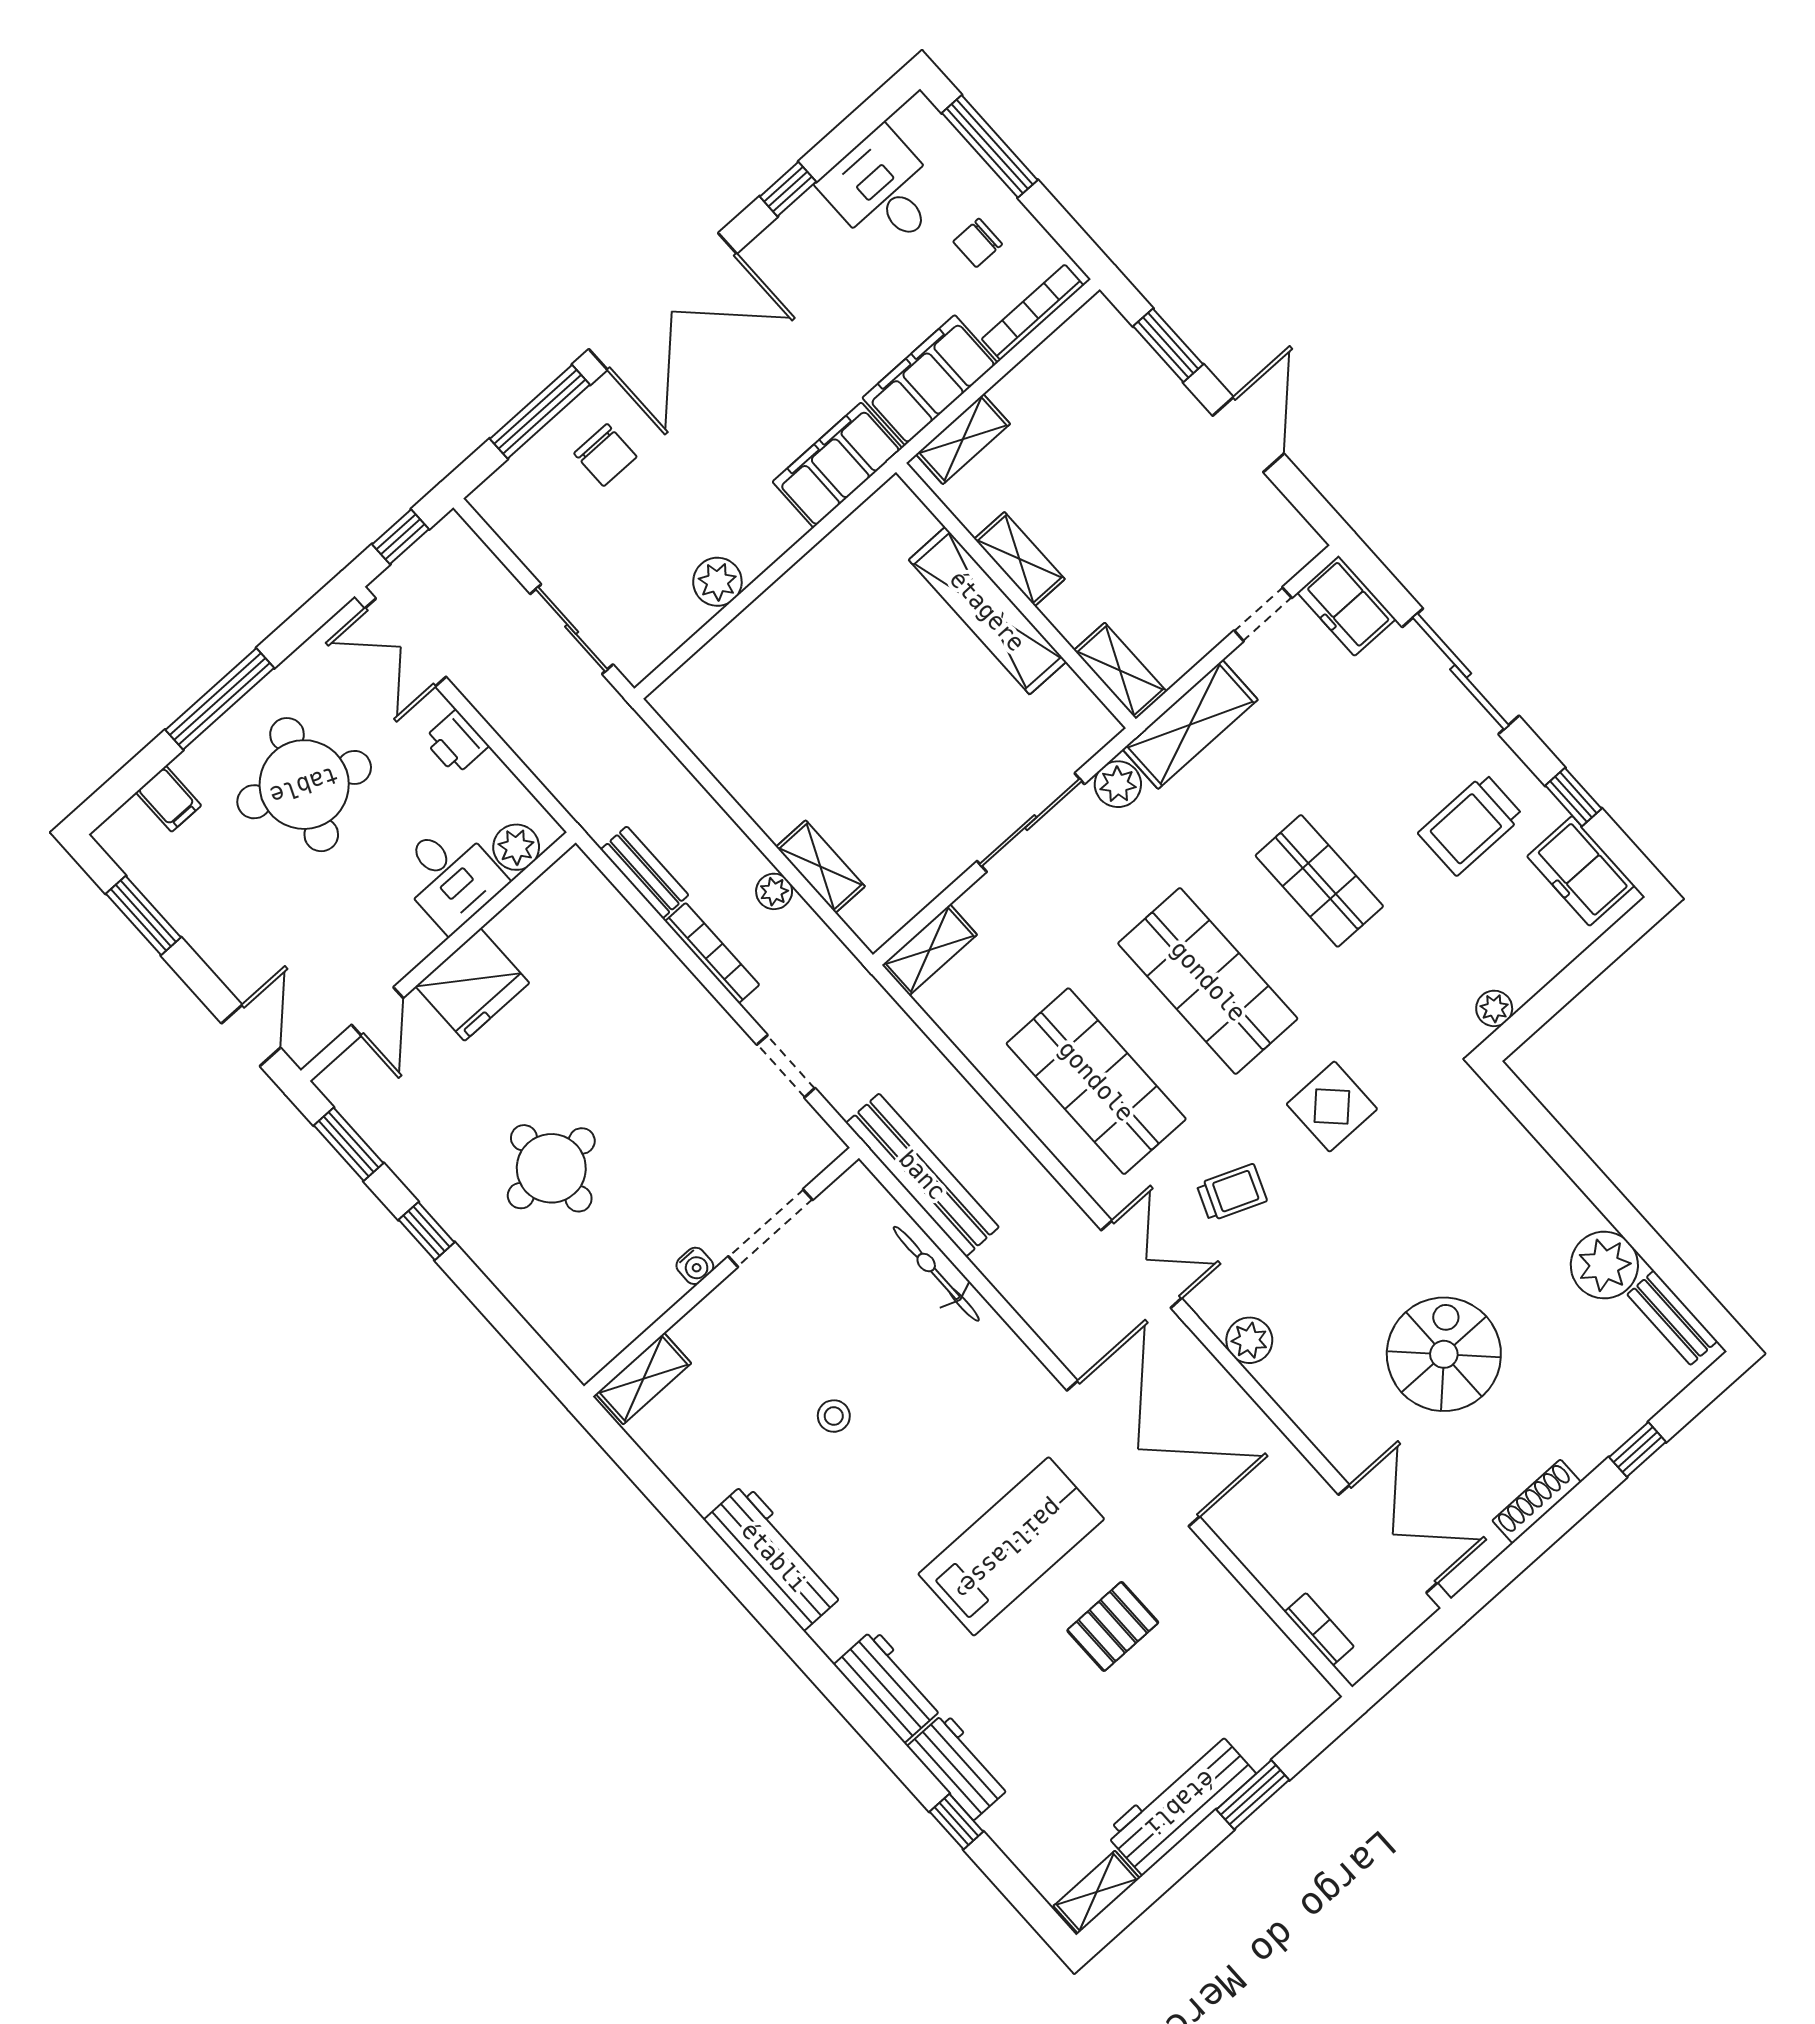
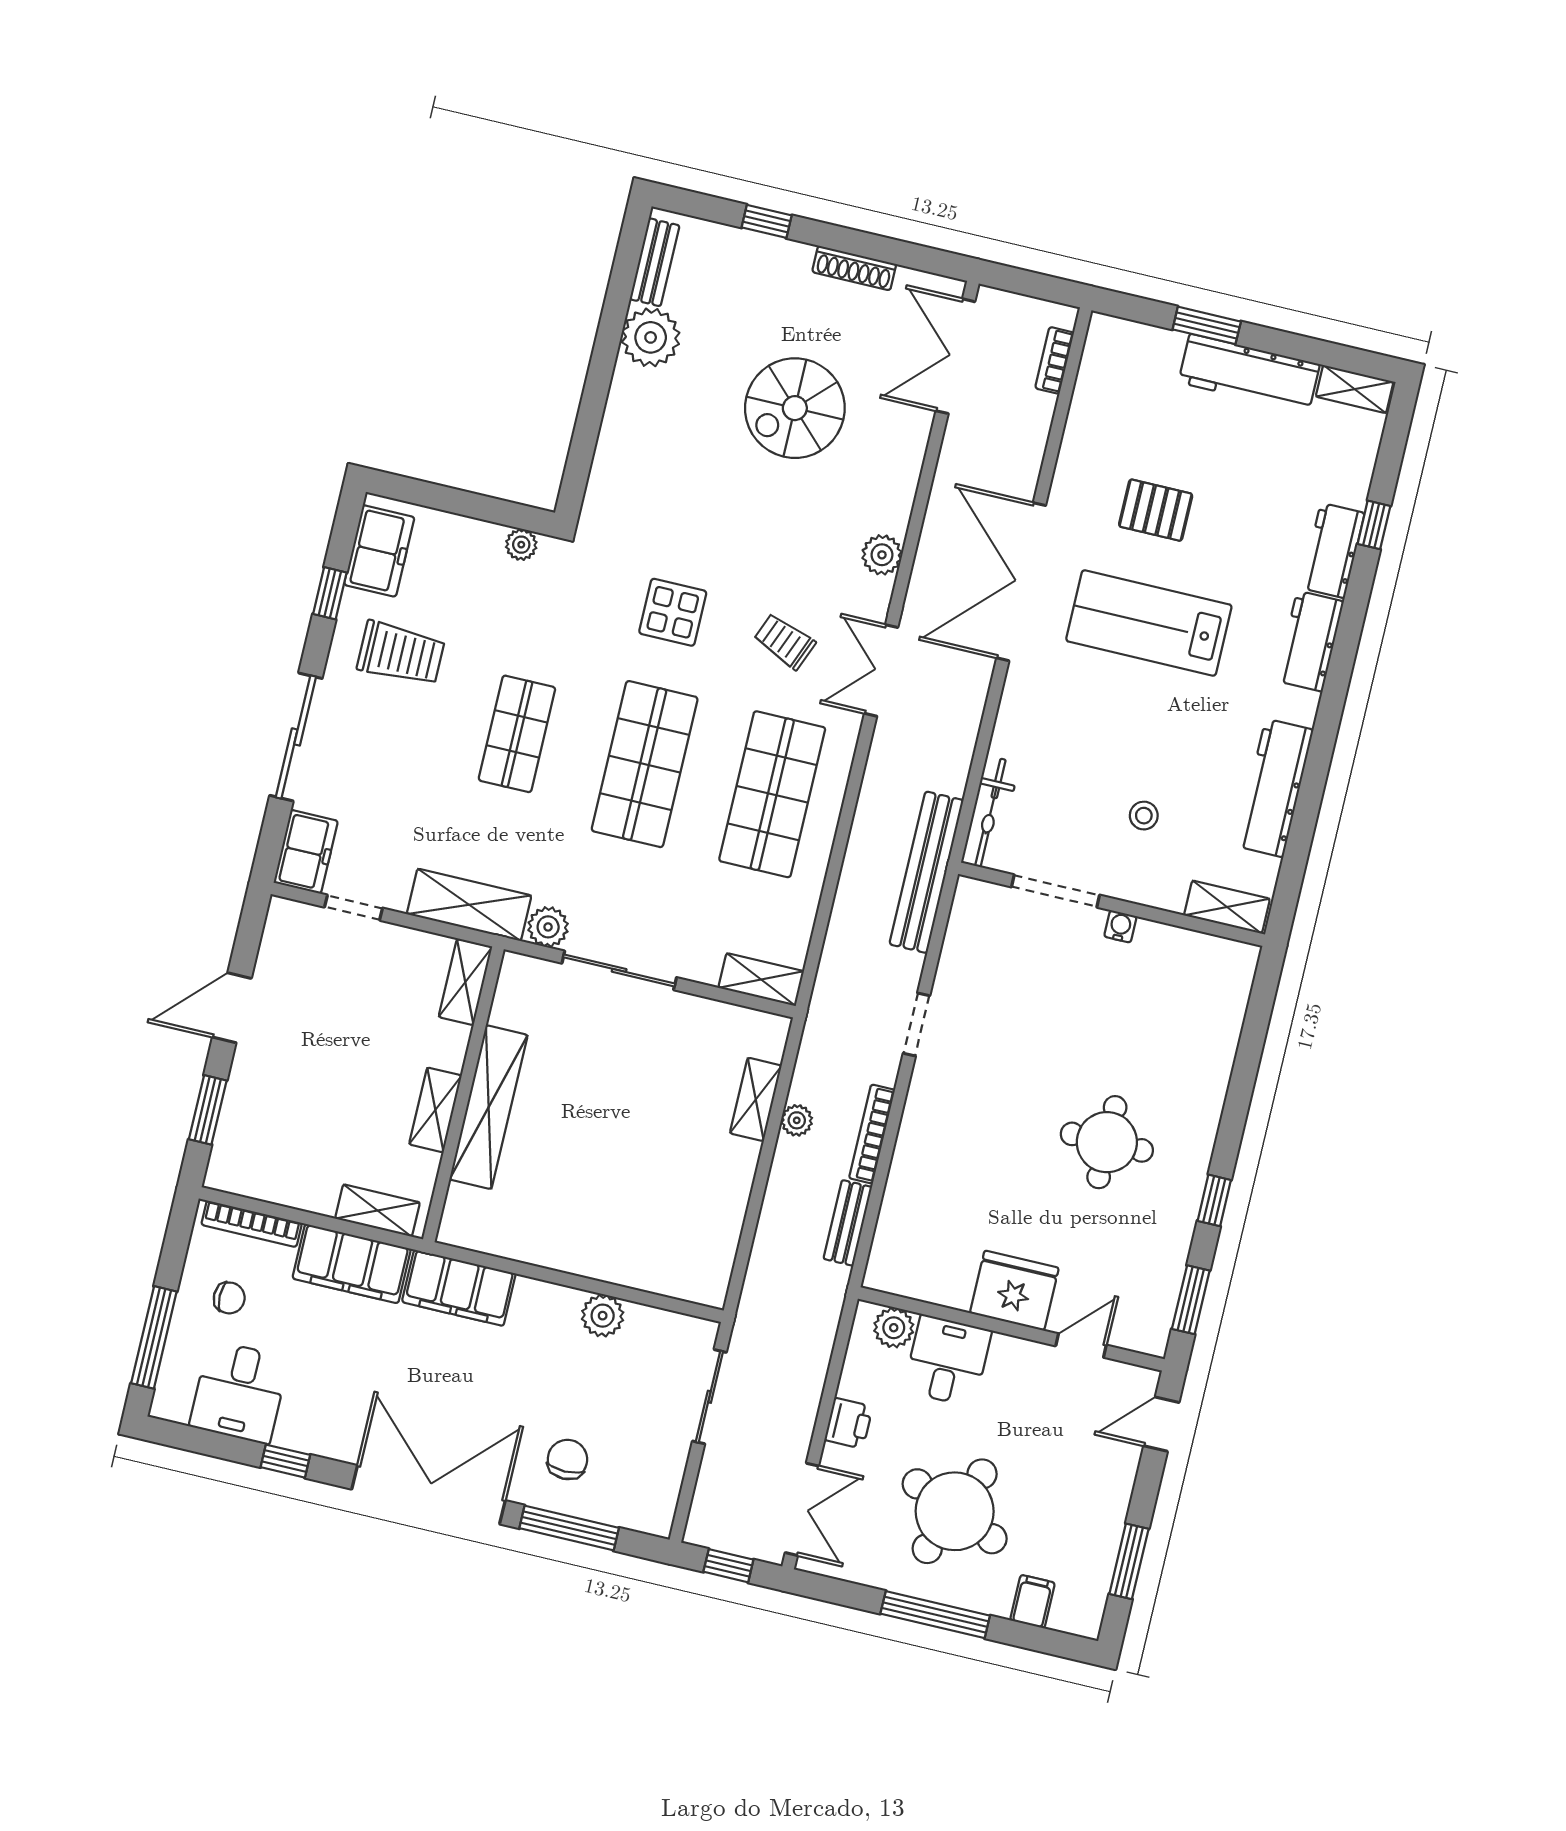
doorway: (770, 1228) -> (1056, 891), moved
water cooler: (695, 1266) -> (1120, 926), moved
wall: (721, 1272) -> (1112, 904), moved
shelving: (644, 1379) -> (1227, 907), moved

